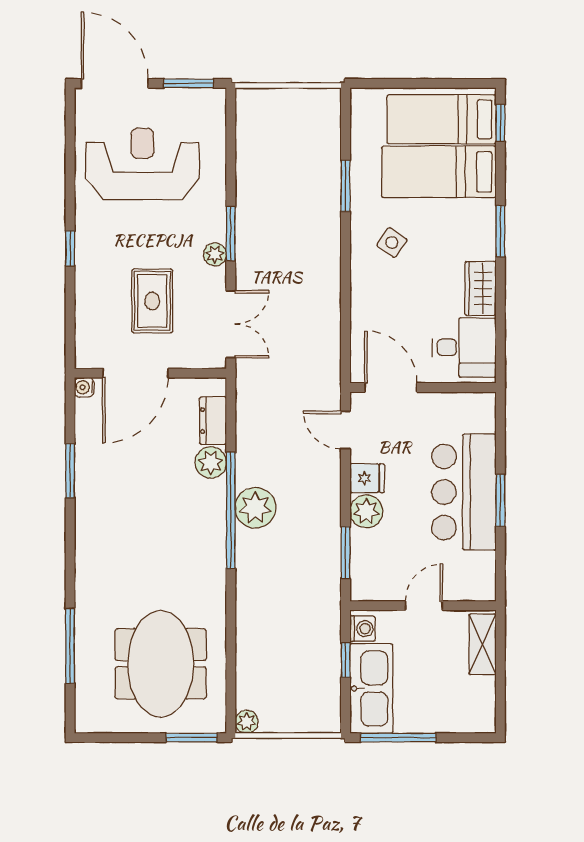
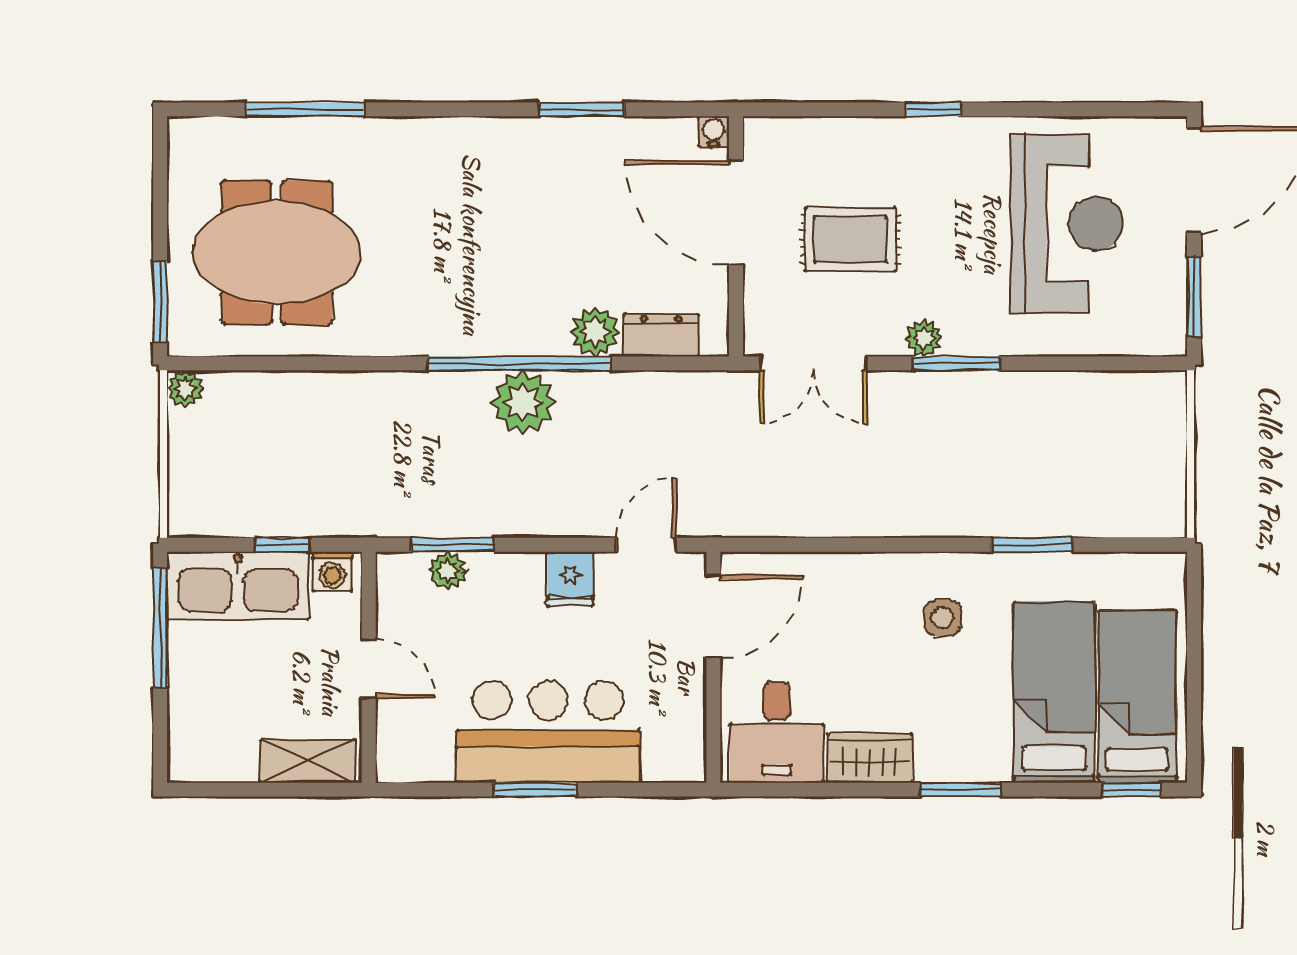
side table: (392, 243) -> (943, 618), turned -35
plant: (366, 511) -> (448, 570), moved, width x0.73, depth x0.73

